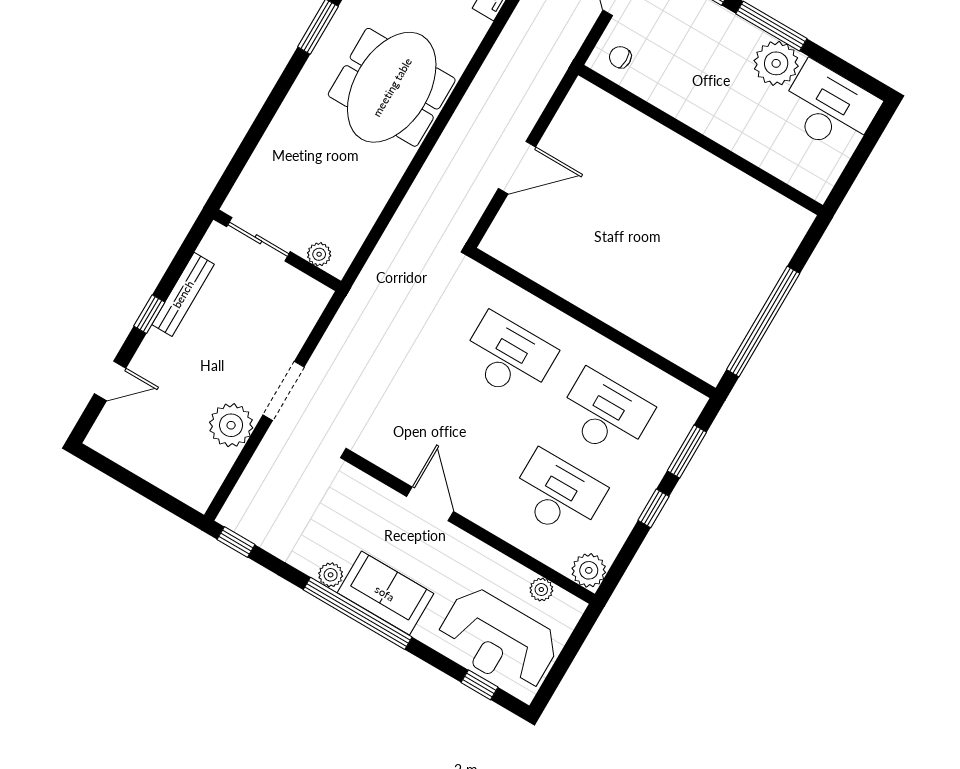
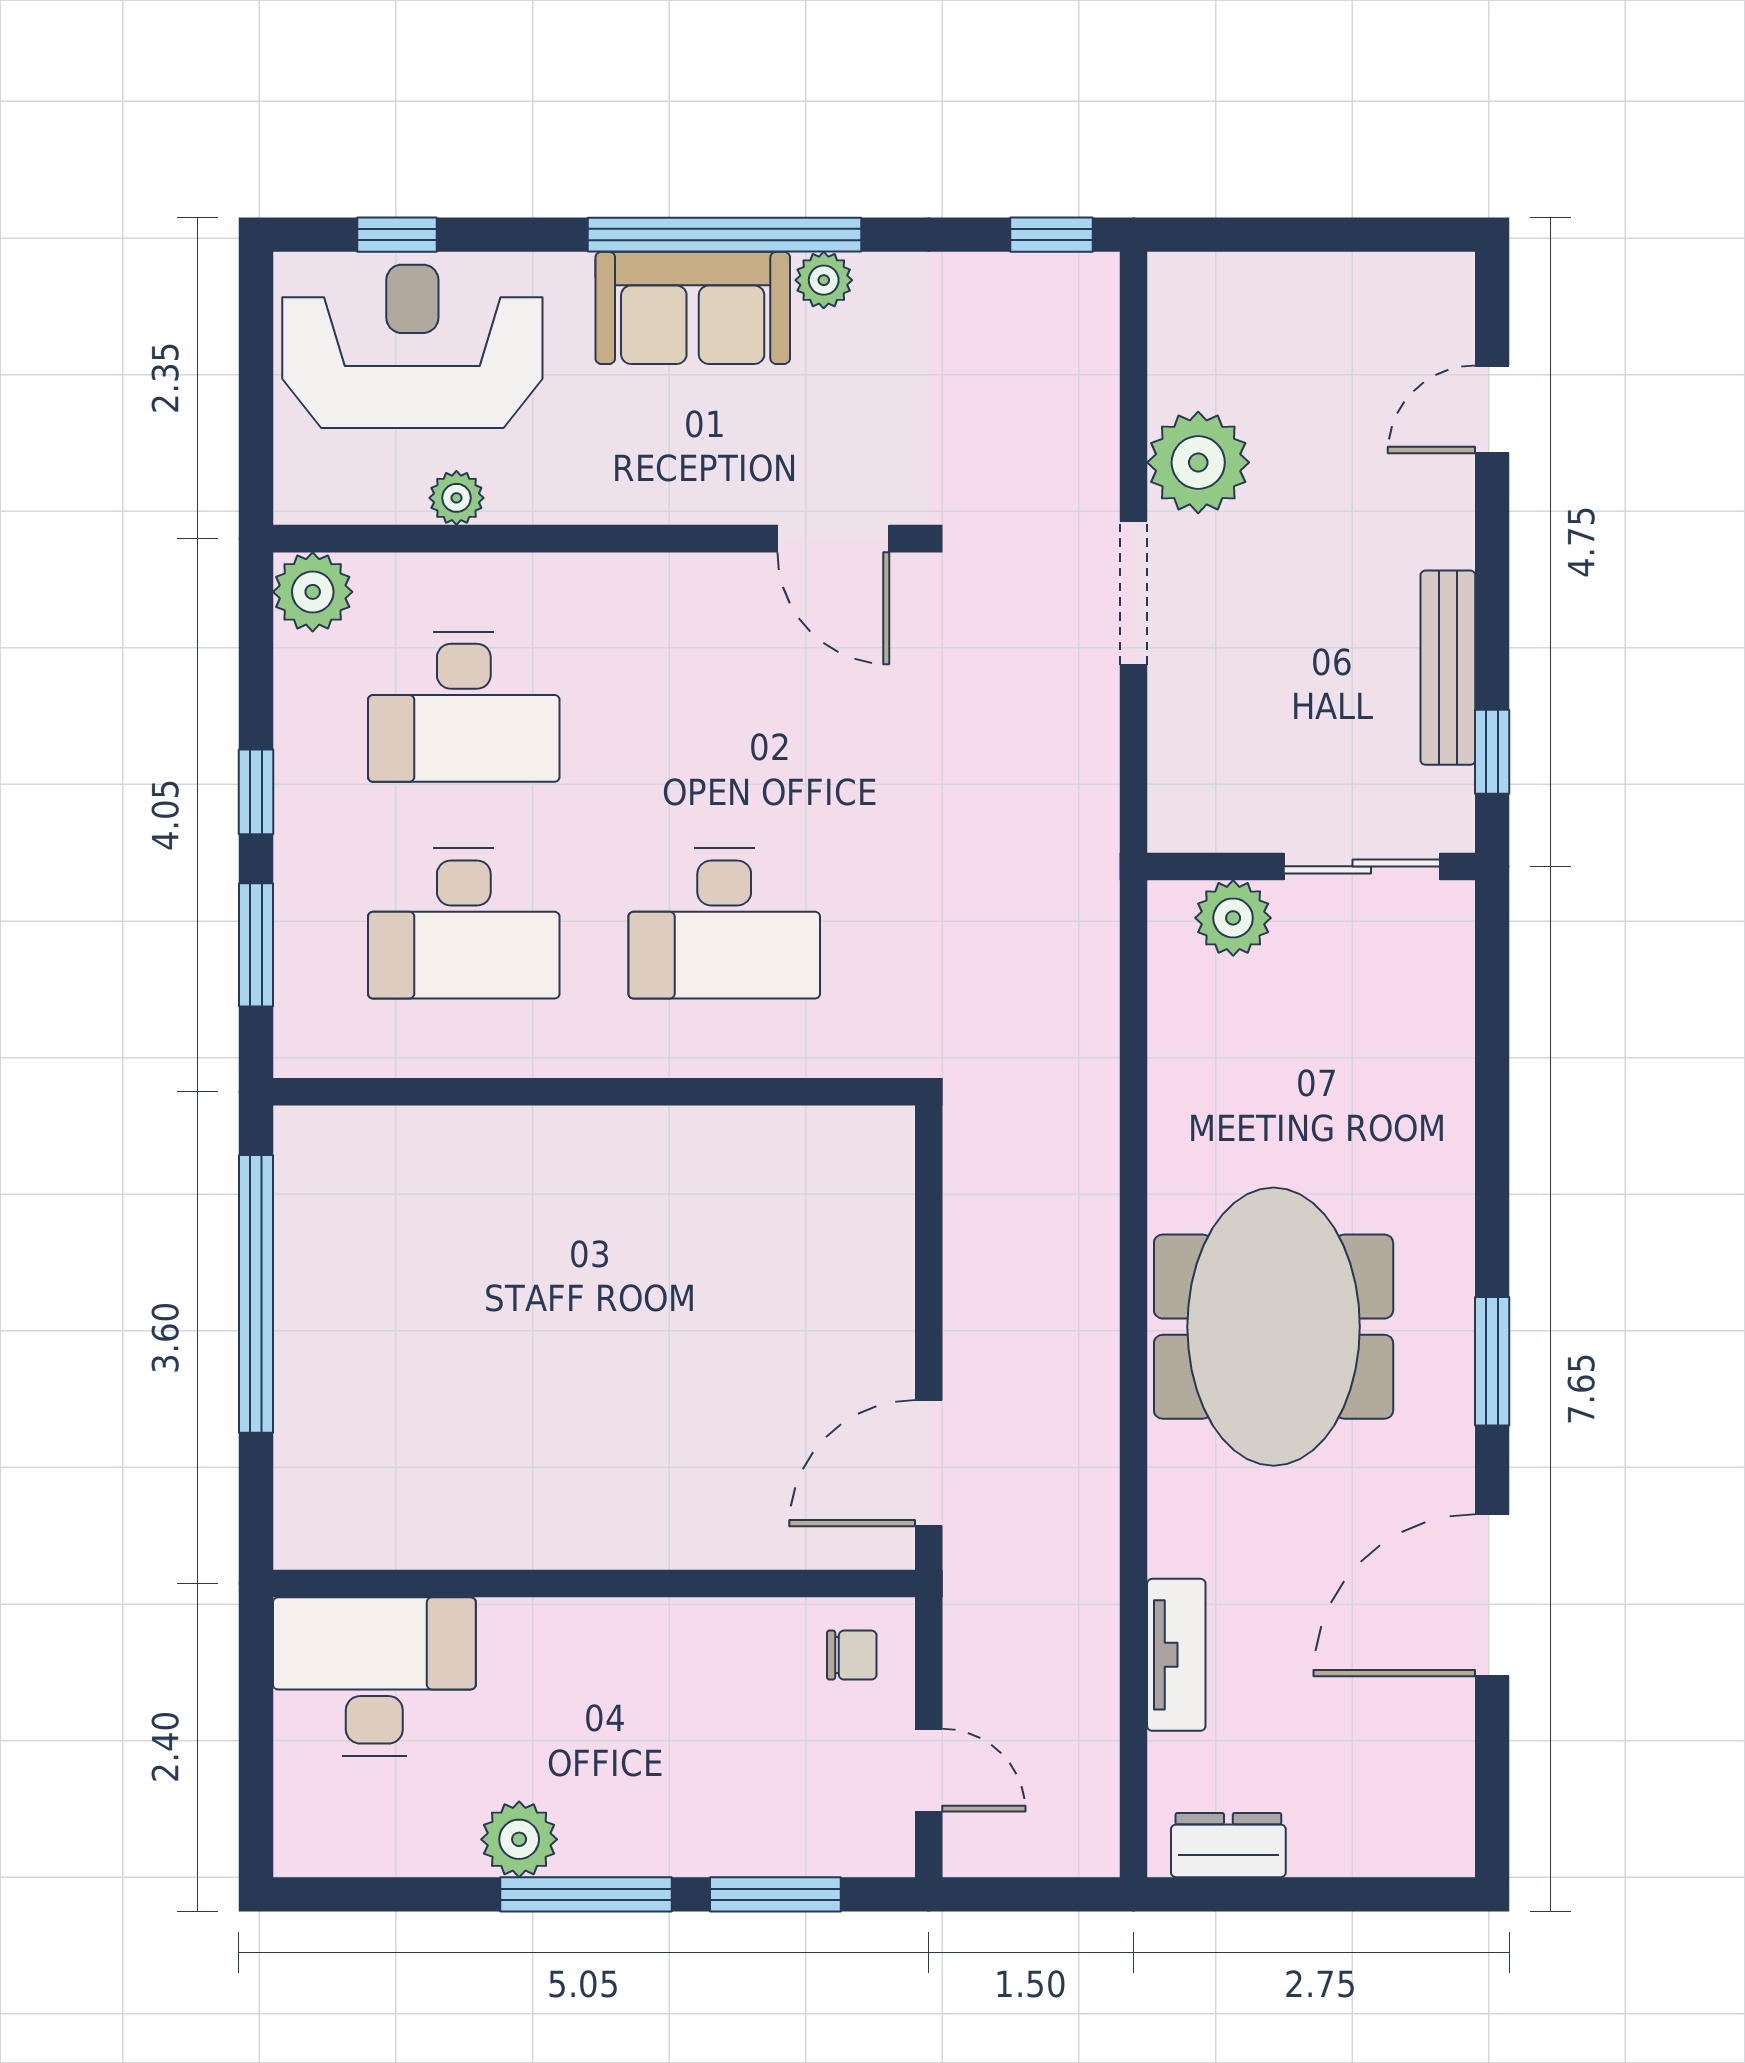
plant: (776, 63) -> (519, 1839), width x0.73, depth x0.73
desk: (829, 108) -> (374, 1677), moved, turned 180
door: (517, 168) -> (929, 1463), moved
plant: (319, 254) -> (1233, 918), width x1.38, depth x1.38
window: (149, 314) -> (1492, 752), moved
door: (430, 504) -> (833, 539), moved
plant: (541, 590) -> (456, 498), moved

